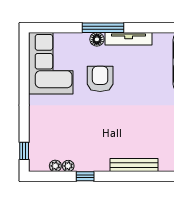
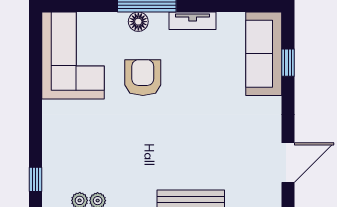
tv unit: (129, 39) -> (193, 21), width x0.71

